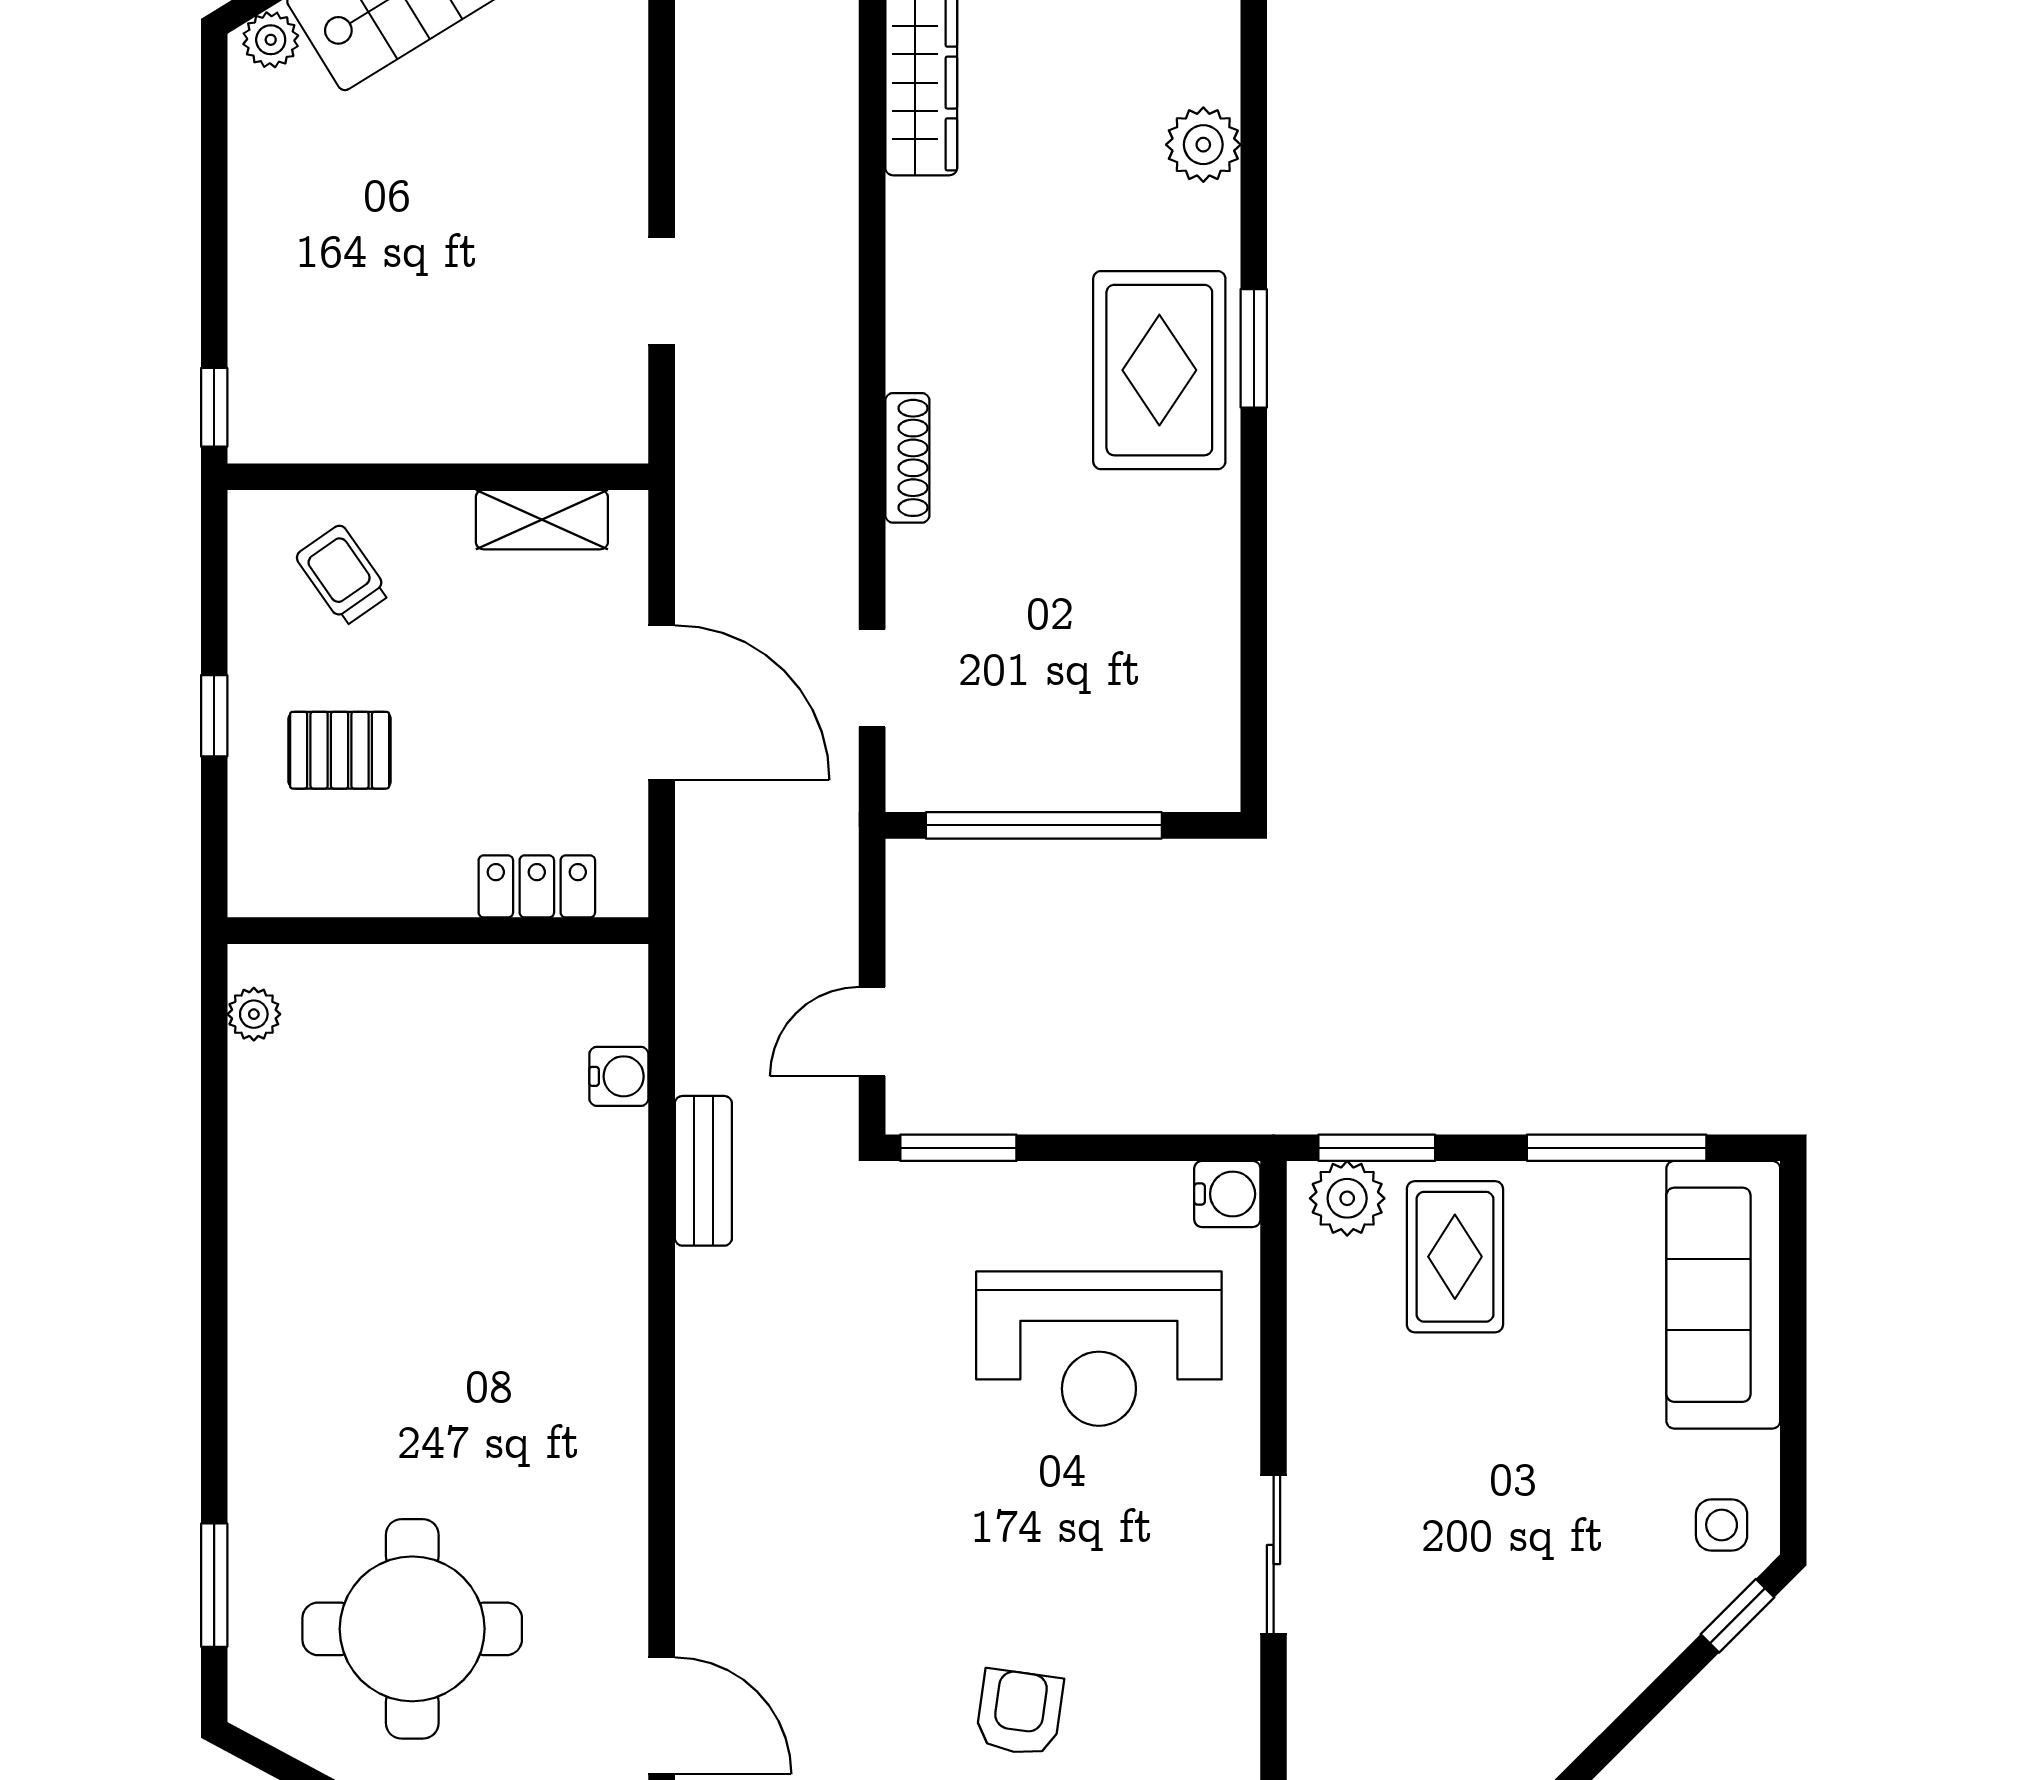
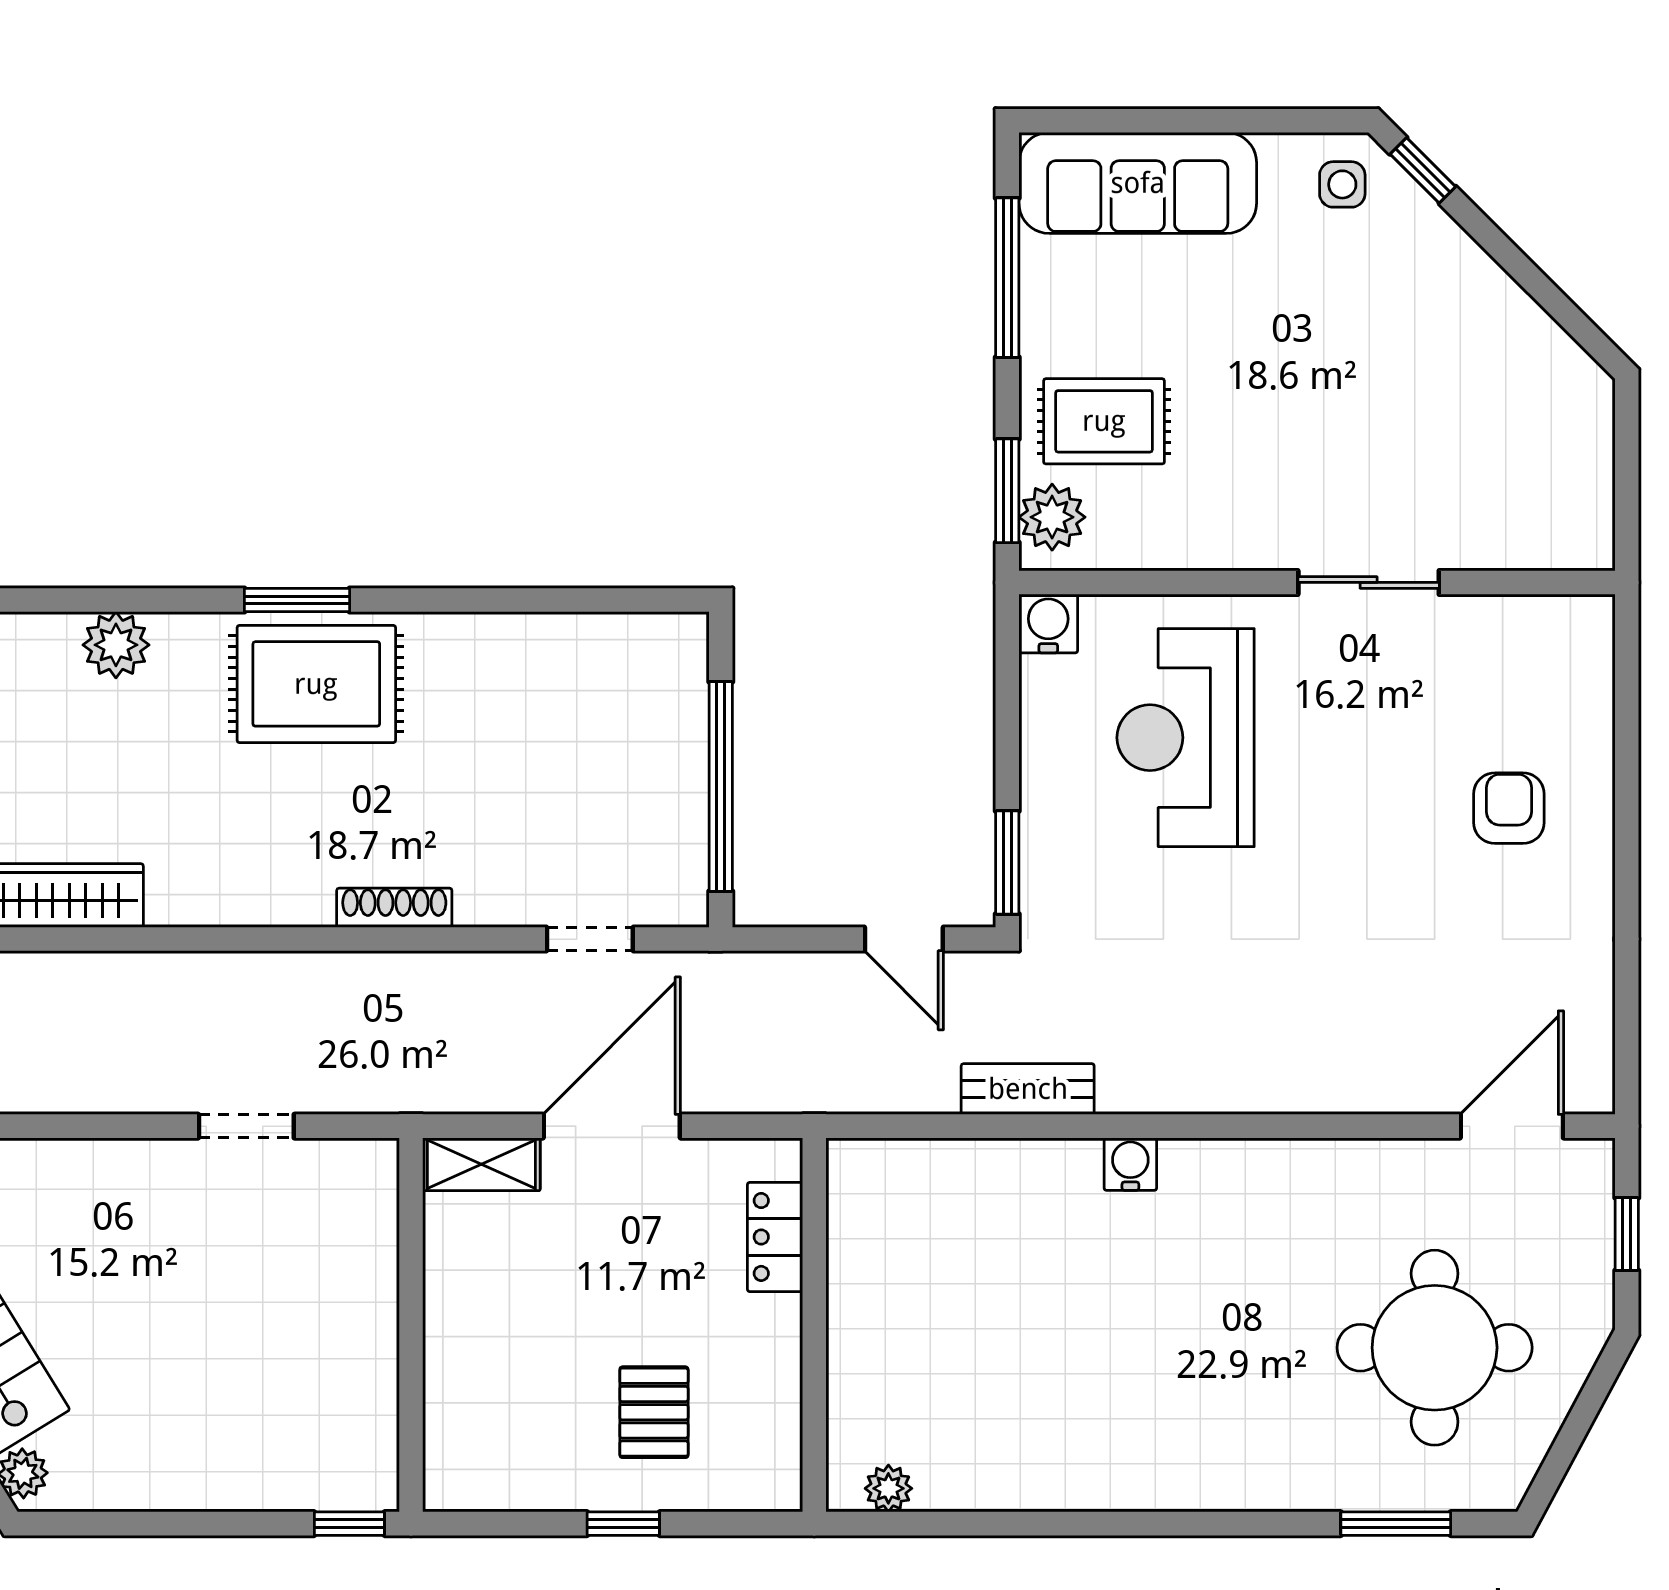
shelving: (542, 520) -> (481, 1164), moved, turned 90
trolley: (343, 575) -> (498, 1410), removed
water cooler: (619, 1076) -> (1130, 1164), moved
reception desk: (1099, 1349) -> (1186, 738), turned 180
armchair: (1019, 1713) -> (1509, 808), turned 82

